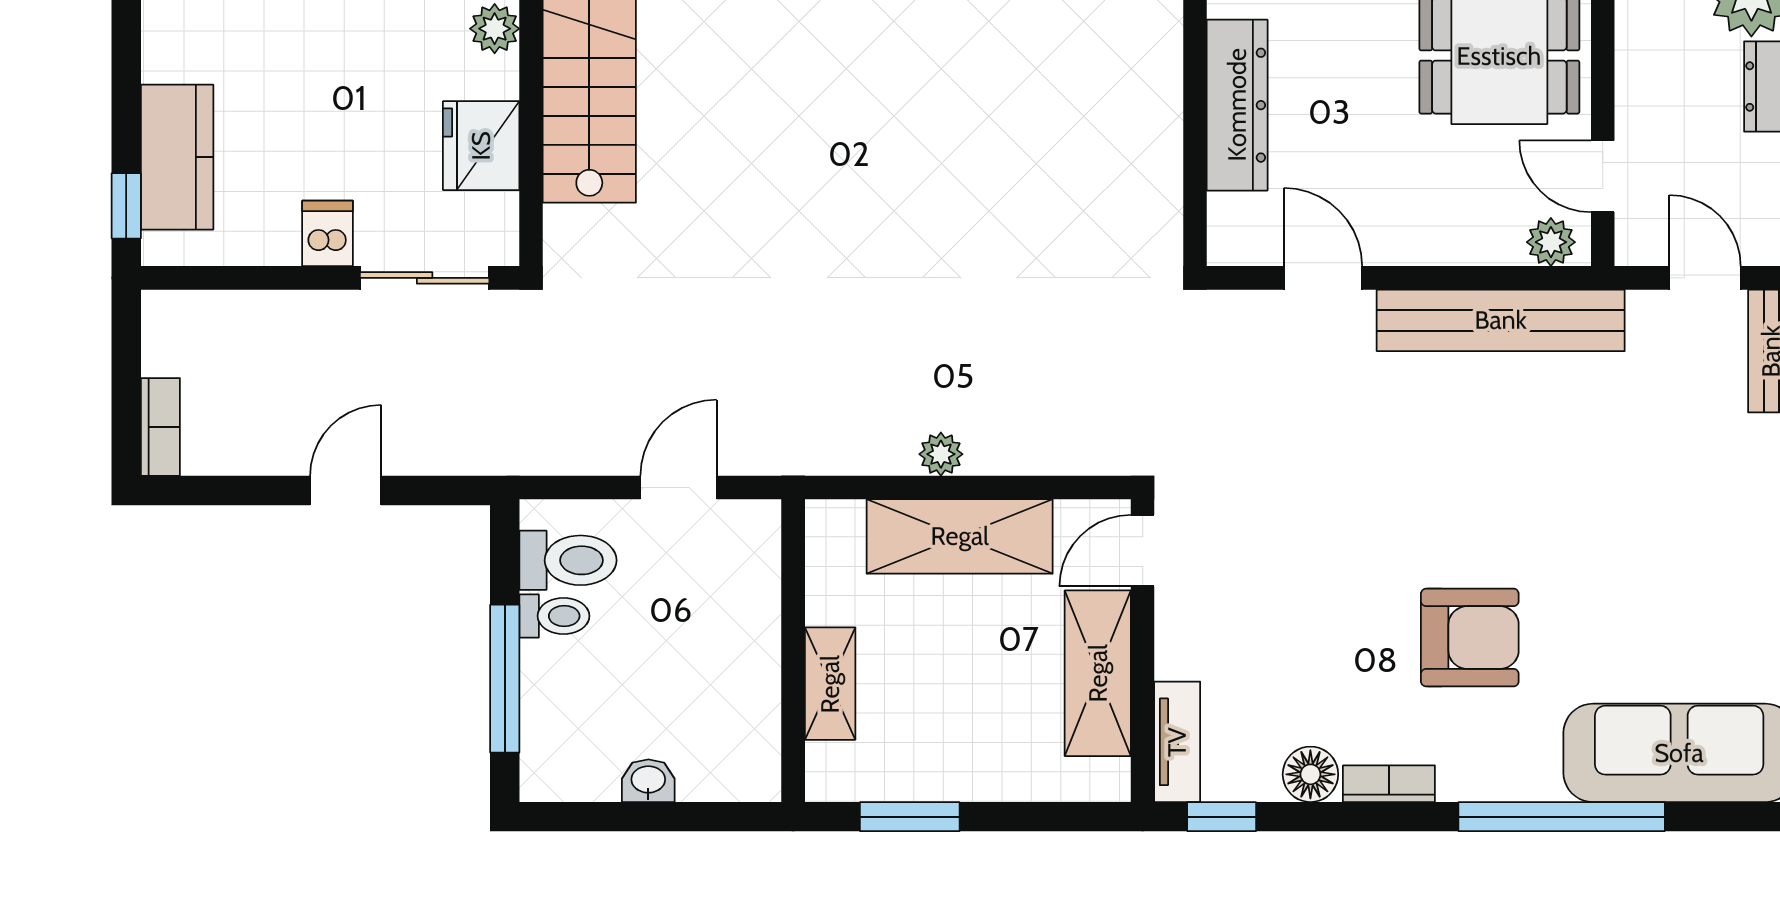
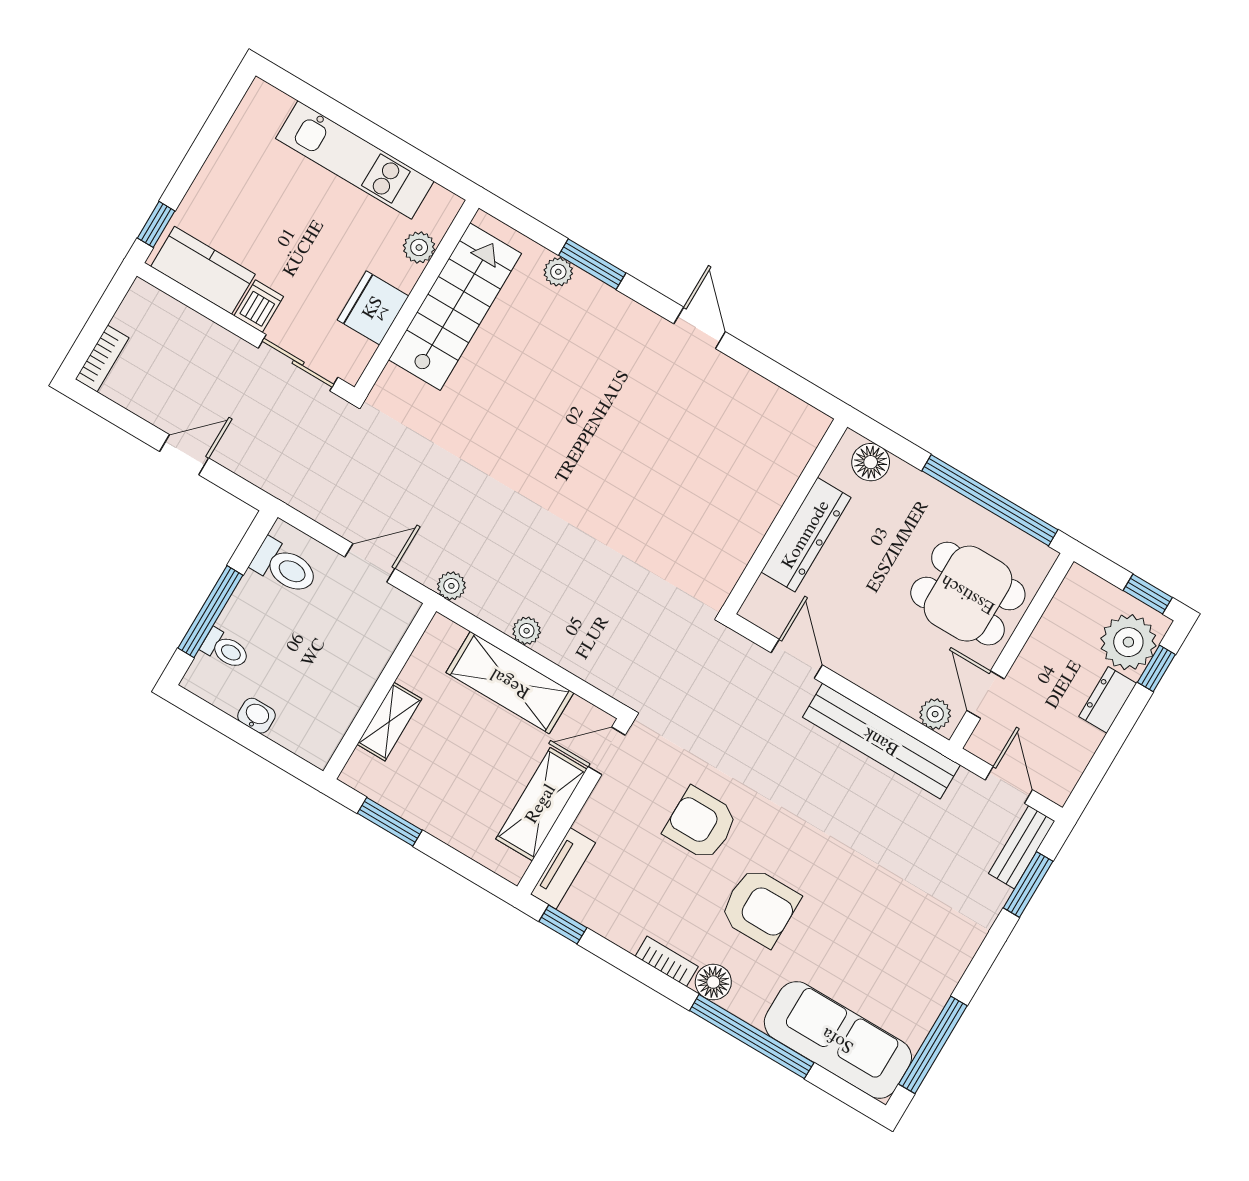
kitchen counter: (177, 157) -> (203, 270), moved, turned -90
plant: (805, 454) -> (451, 586), added
armchair: (1325, 573) -> (701, 824), added
toilet: (554, 616) -> (225, 649), moved
floor lamp: (1310, 774) -> (713, 982), moved

